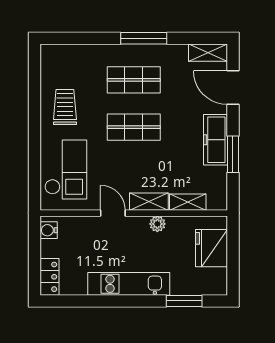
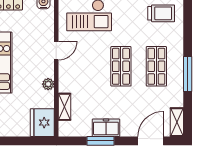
trolley: (65, 107) -> (161, 13), moved
freezer: (215, 140) -> (106, 128), width x0.71
shelving: (149, 202) -> (65, 78), removed
fridge: (211, 248) -> (42, 123), moved, turned -90

